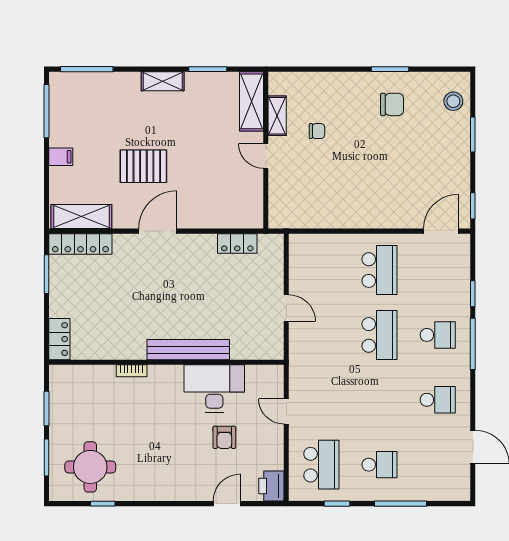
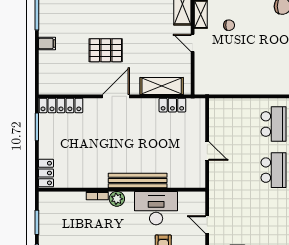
shelving: (81, 217) -> (162, 86), moved
plant: (159, 375) -> (117, 199), added

